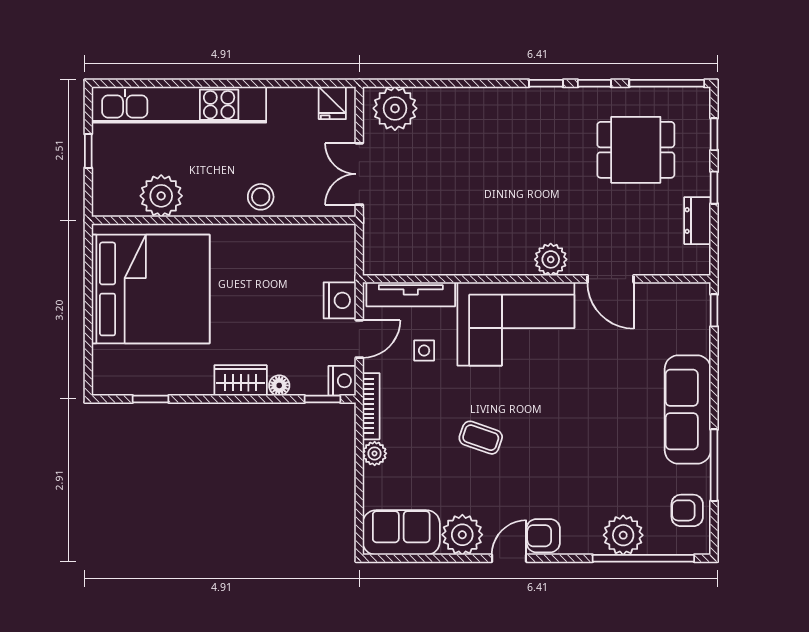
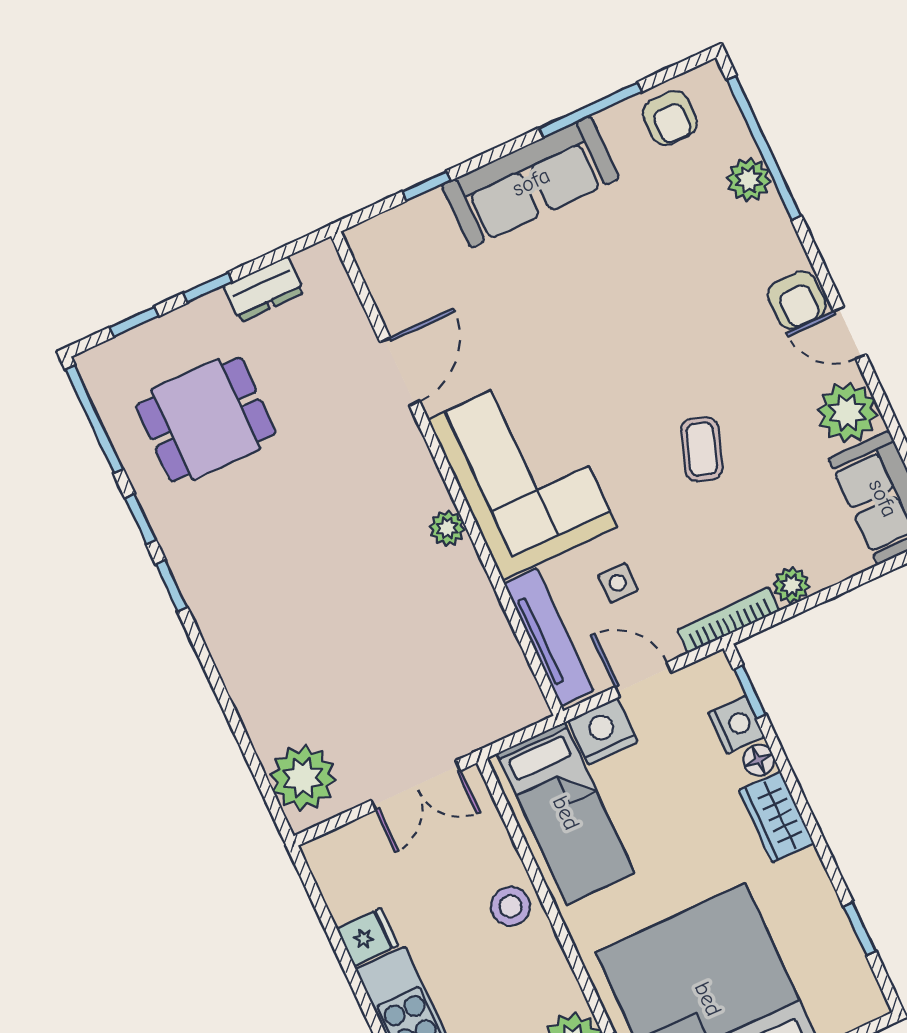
fridge: (332, 103) -> (367, 937), moved
dining table: (636, 150) -> (206, 419), turned 90
bed: (301, 255) -> (566, 813), added
plant: (551, 259) -> (447, 528), moved, width x0.73, depth x0.73
window: (714, 310) -> (426, 186), moved
nightstand: (342, 381) -> (736, 725), moved, turned 90
plant: (623, 535) -> (749, 180), width x0.73, depth x0.73

